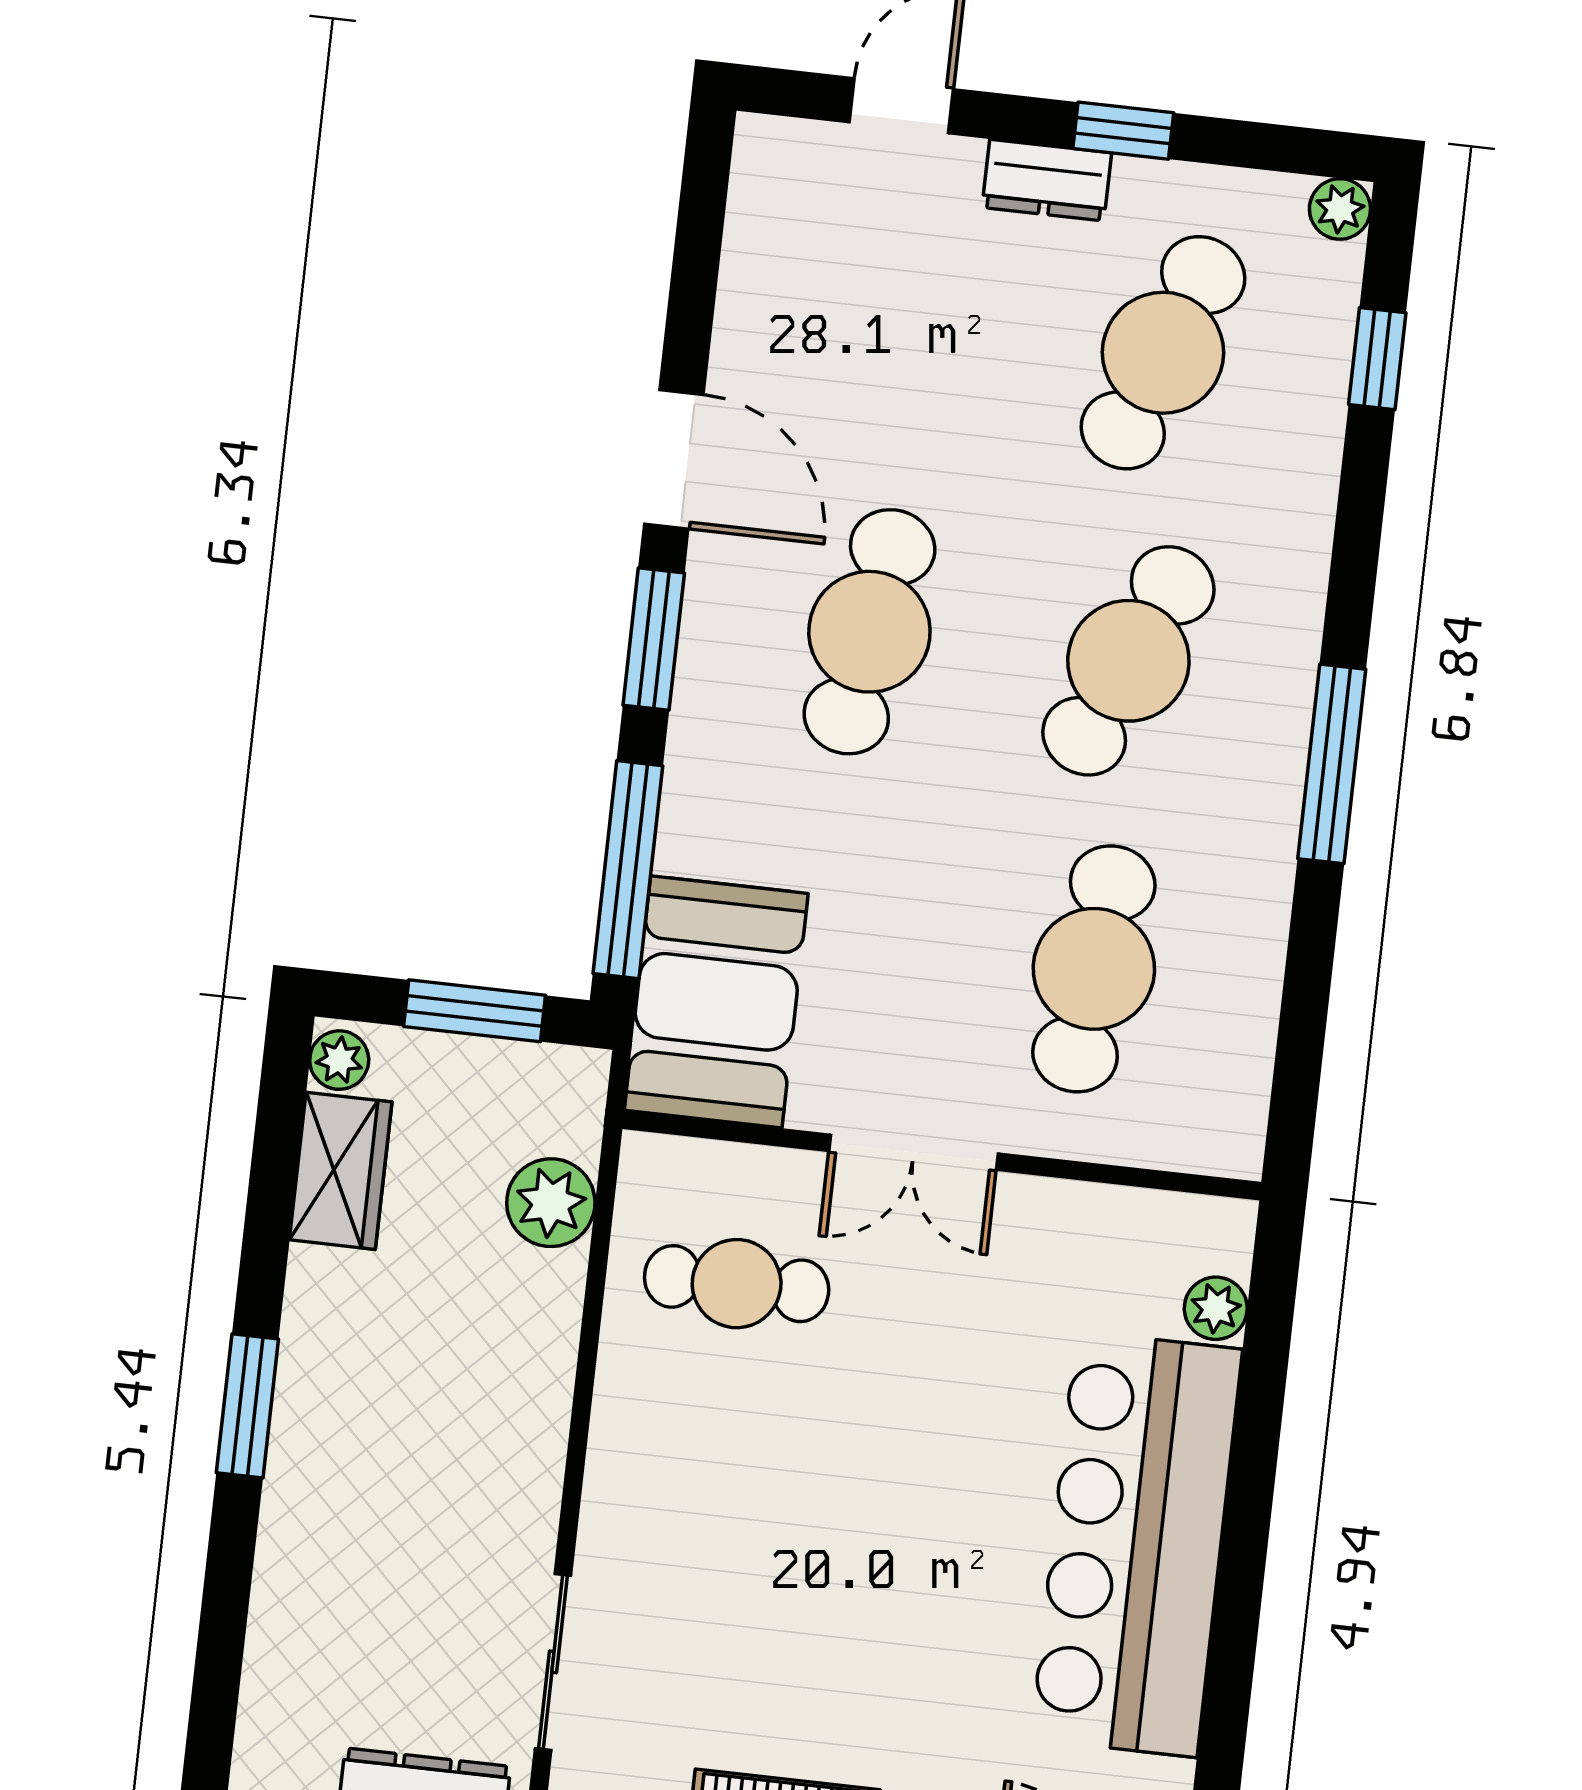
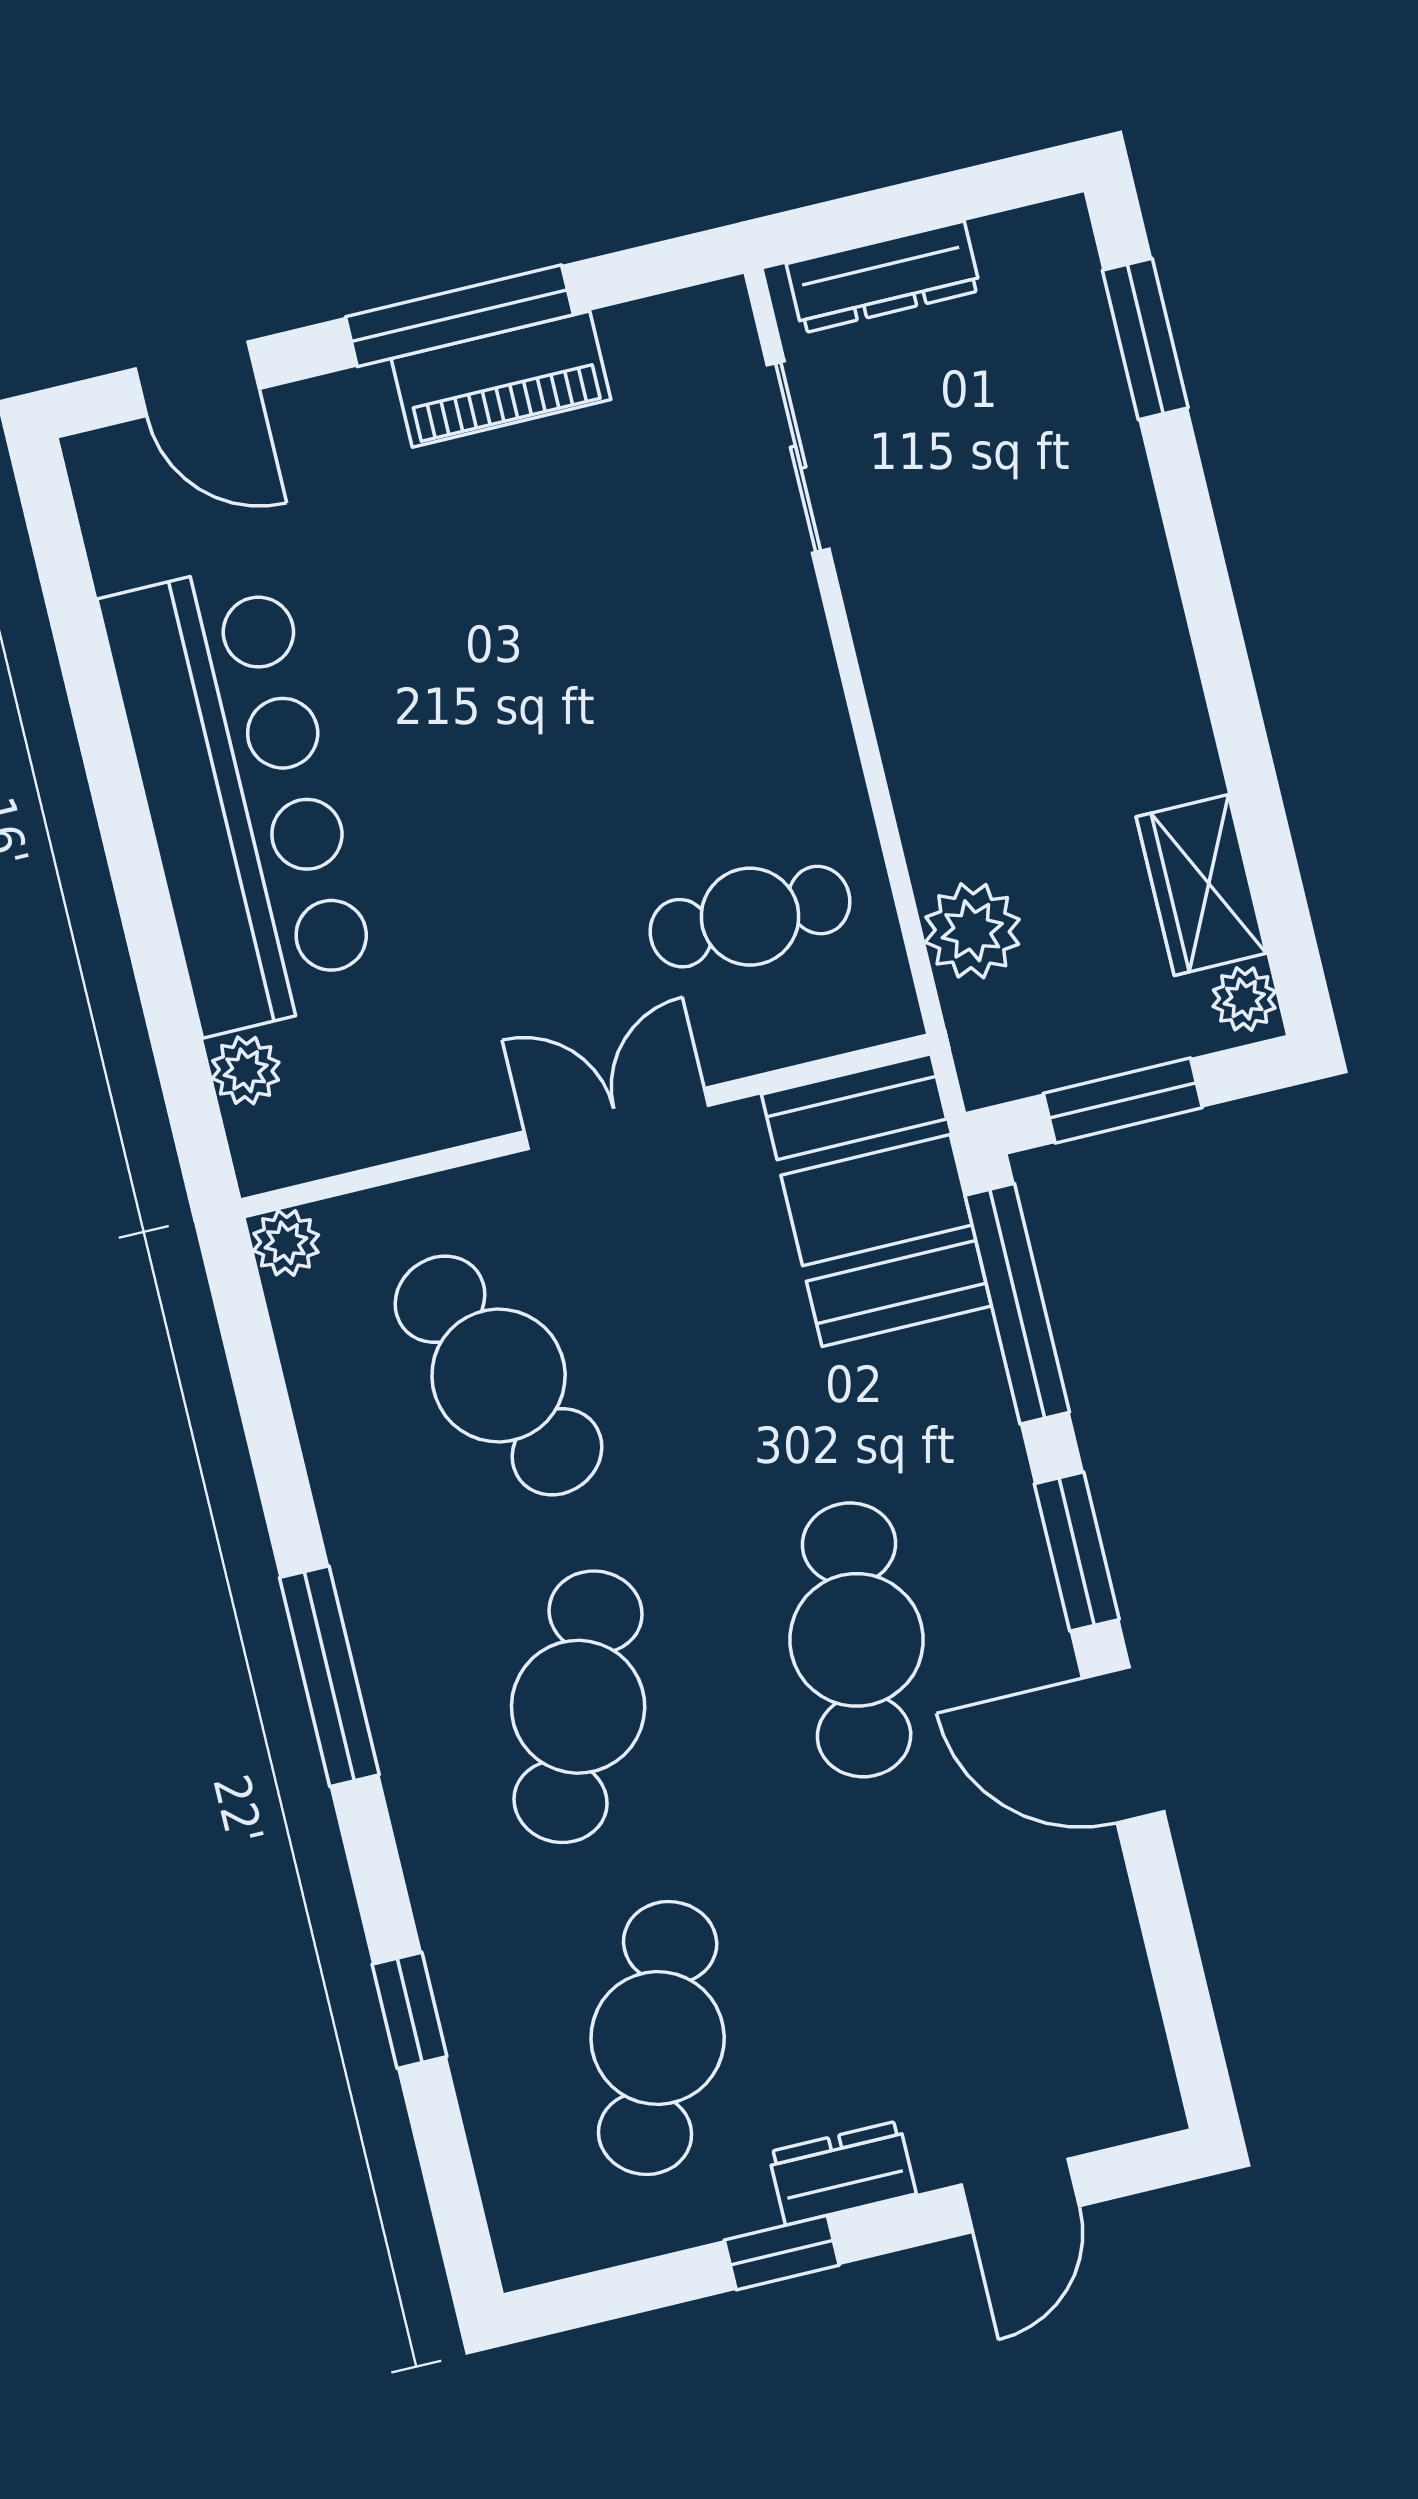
plant: (1340, 209) -> (286, 1243), moved
window: (1377, 359) -> (410, 2010), moved
cafe table: (1094, 969) -> (499, 1375), turned -30
window: (247, 1406) -> (1145, 339), moved

